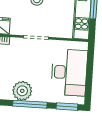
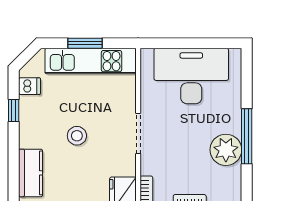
window: (67, 107) -> (247, 76), removed

